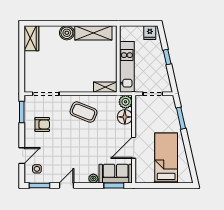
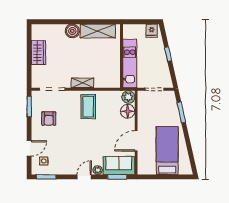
wardrobe: (31, 38) -> (38, 53), moved
shelving: (105, 87) -> (82, 83), moved
coffee table: (84, 112) -> (88, 107), turned 68
armchair: (42, 124) -> (49, 119), turned 90
door: (67, 186) -> (84, 177), moved

